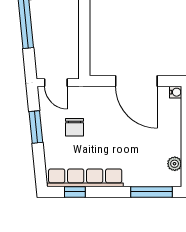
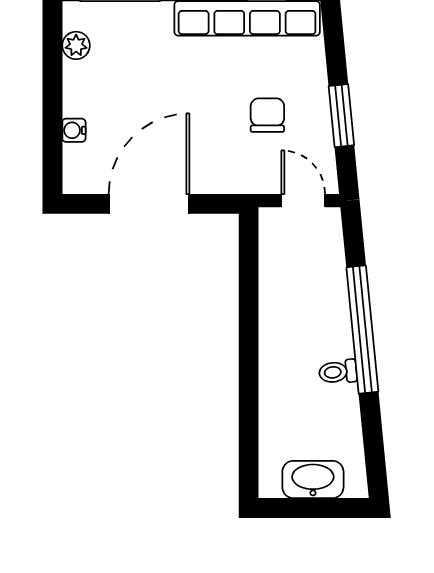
door: (136, 81) -> (149, 204), hinge flipped
water cooler: (176, 92) -> (74, 130), moved

